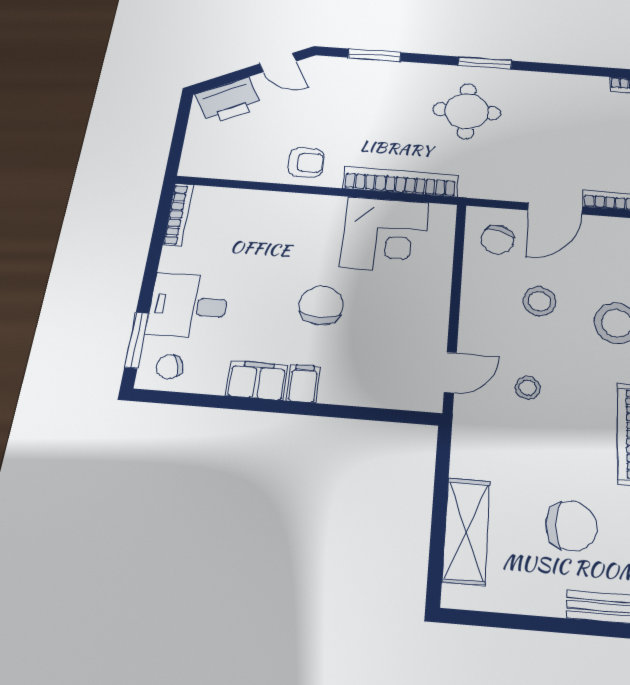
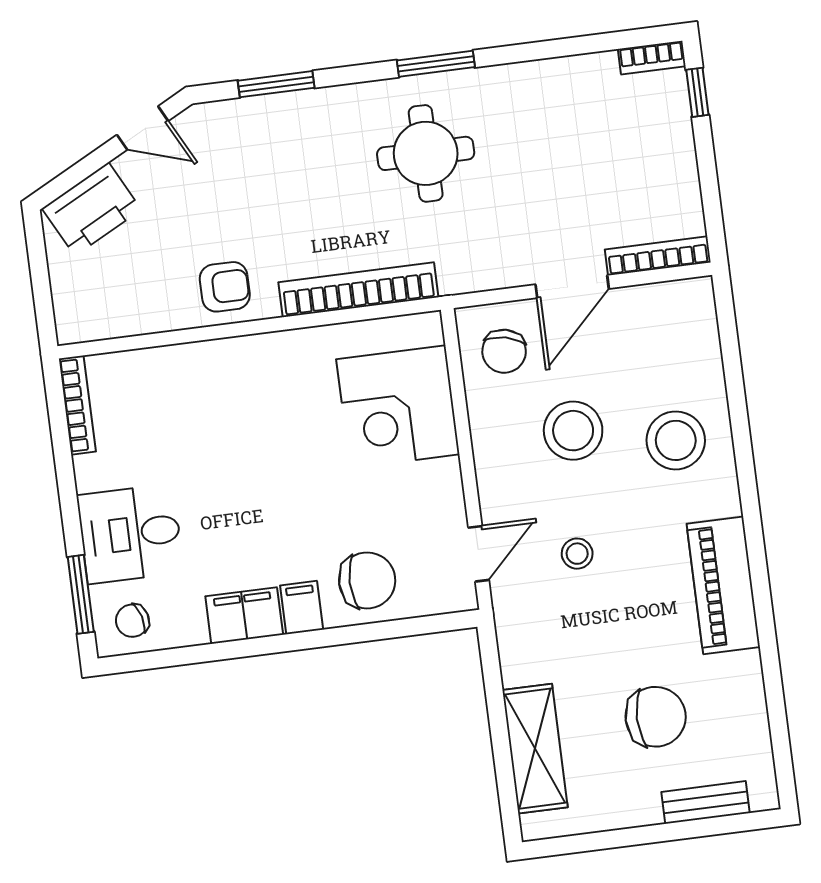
corner desk: (385, 235) -> (398, 407), moved, turned 90
stool: (539, 301) -> (573, 431), width x1.38, depth x1.38
chair: (321, 305) -> (367, 580), moved, turned 90

